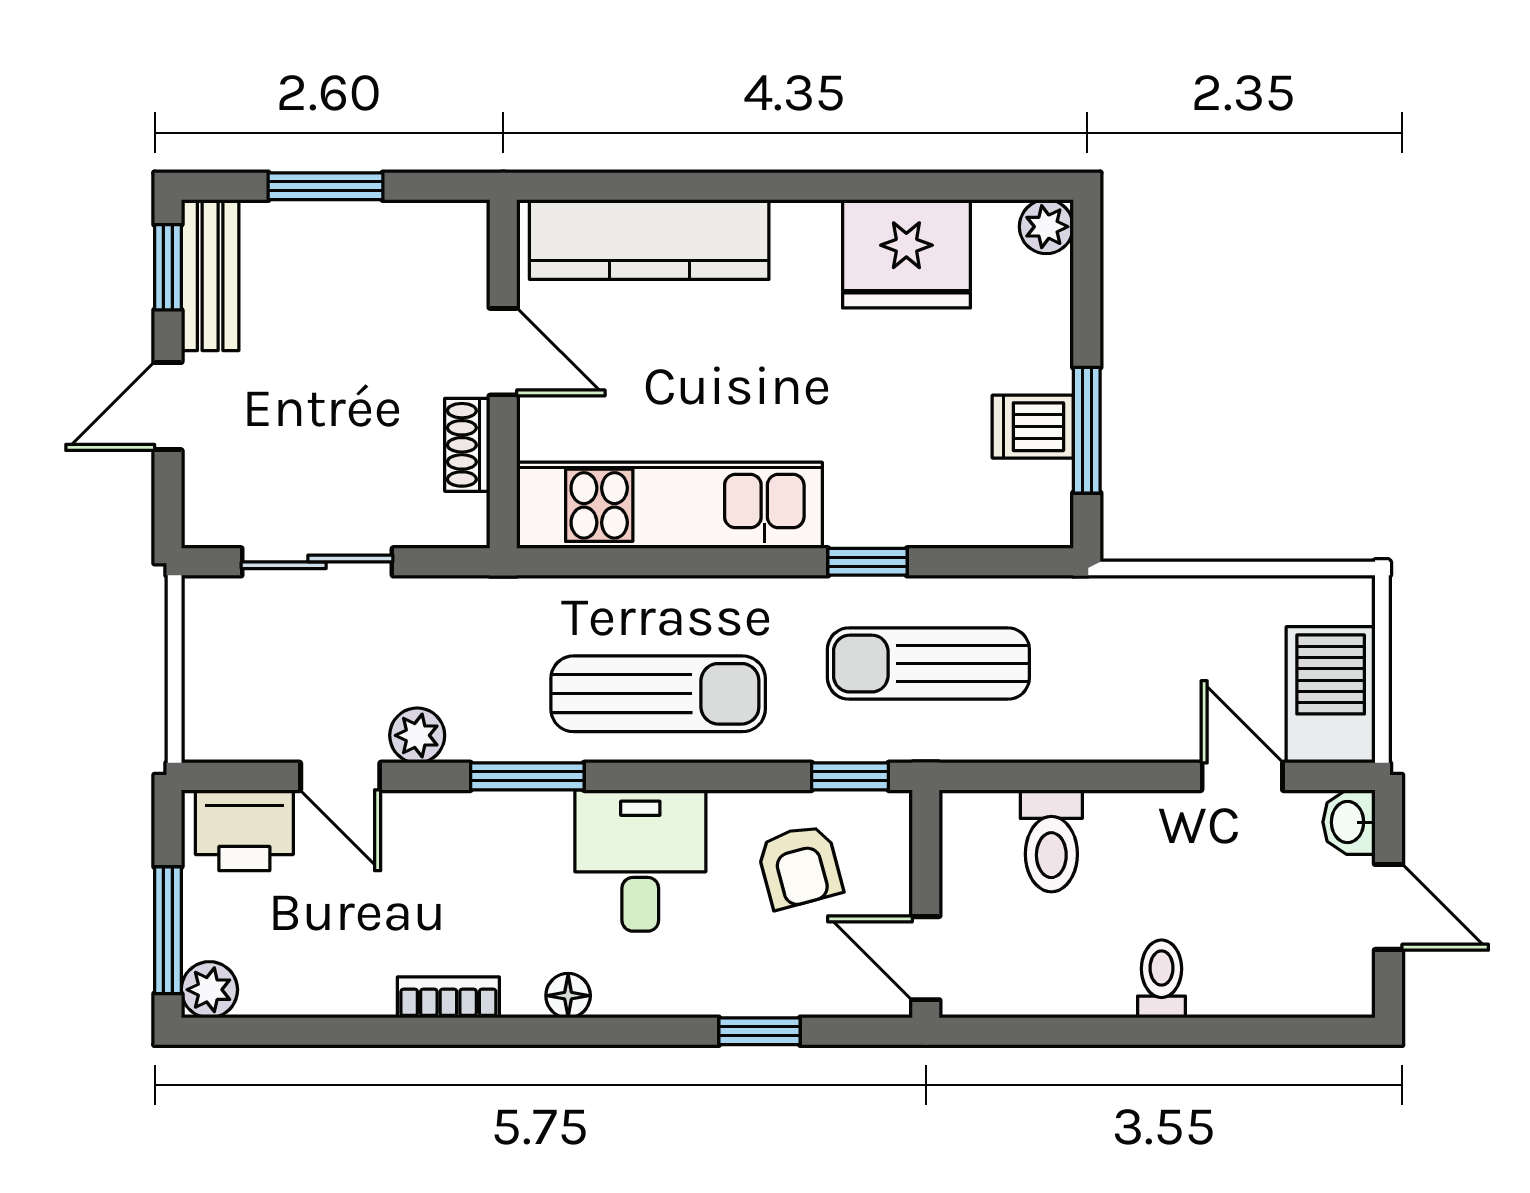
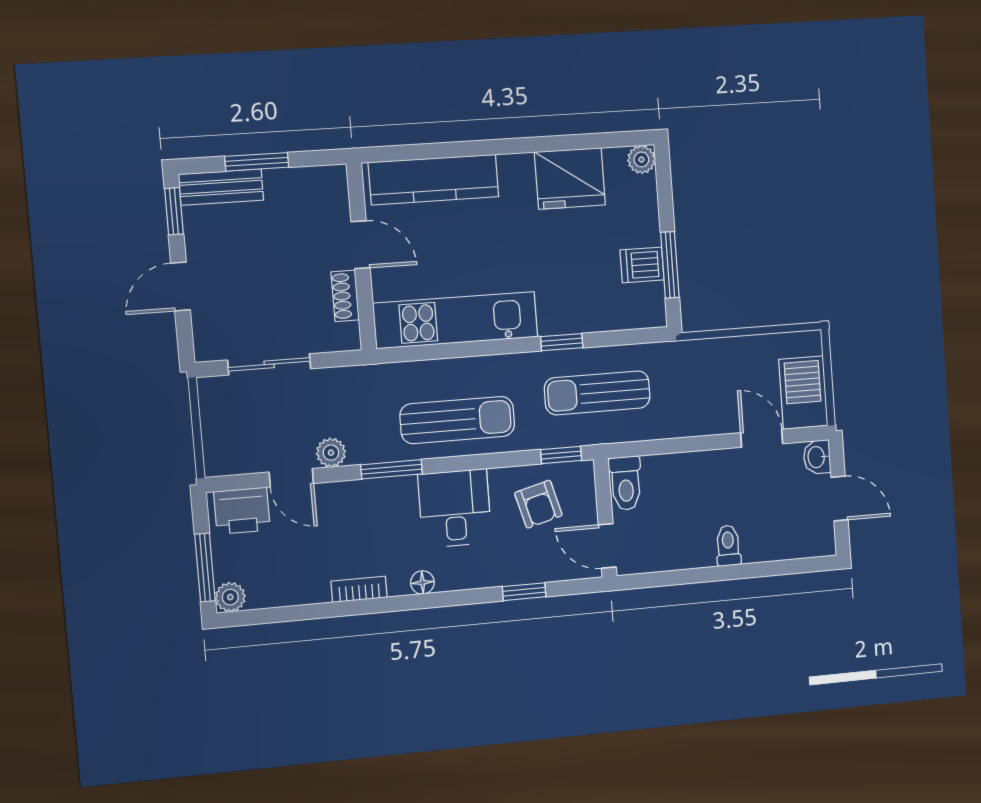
bench: (210, 275) -> (221, 187), moved, turned 90
toilet: (1051, 841) -> (626, 483), moved

